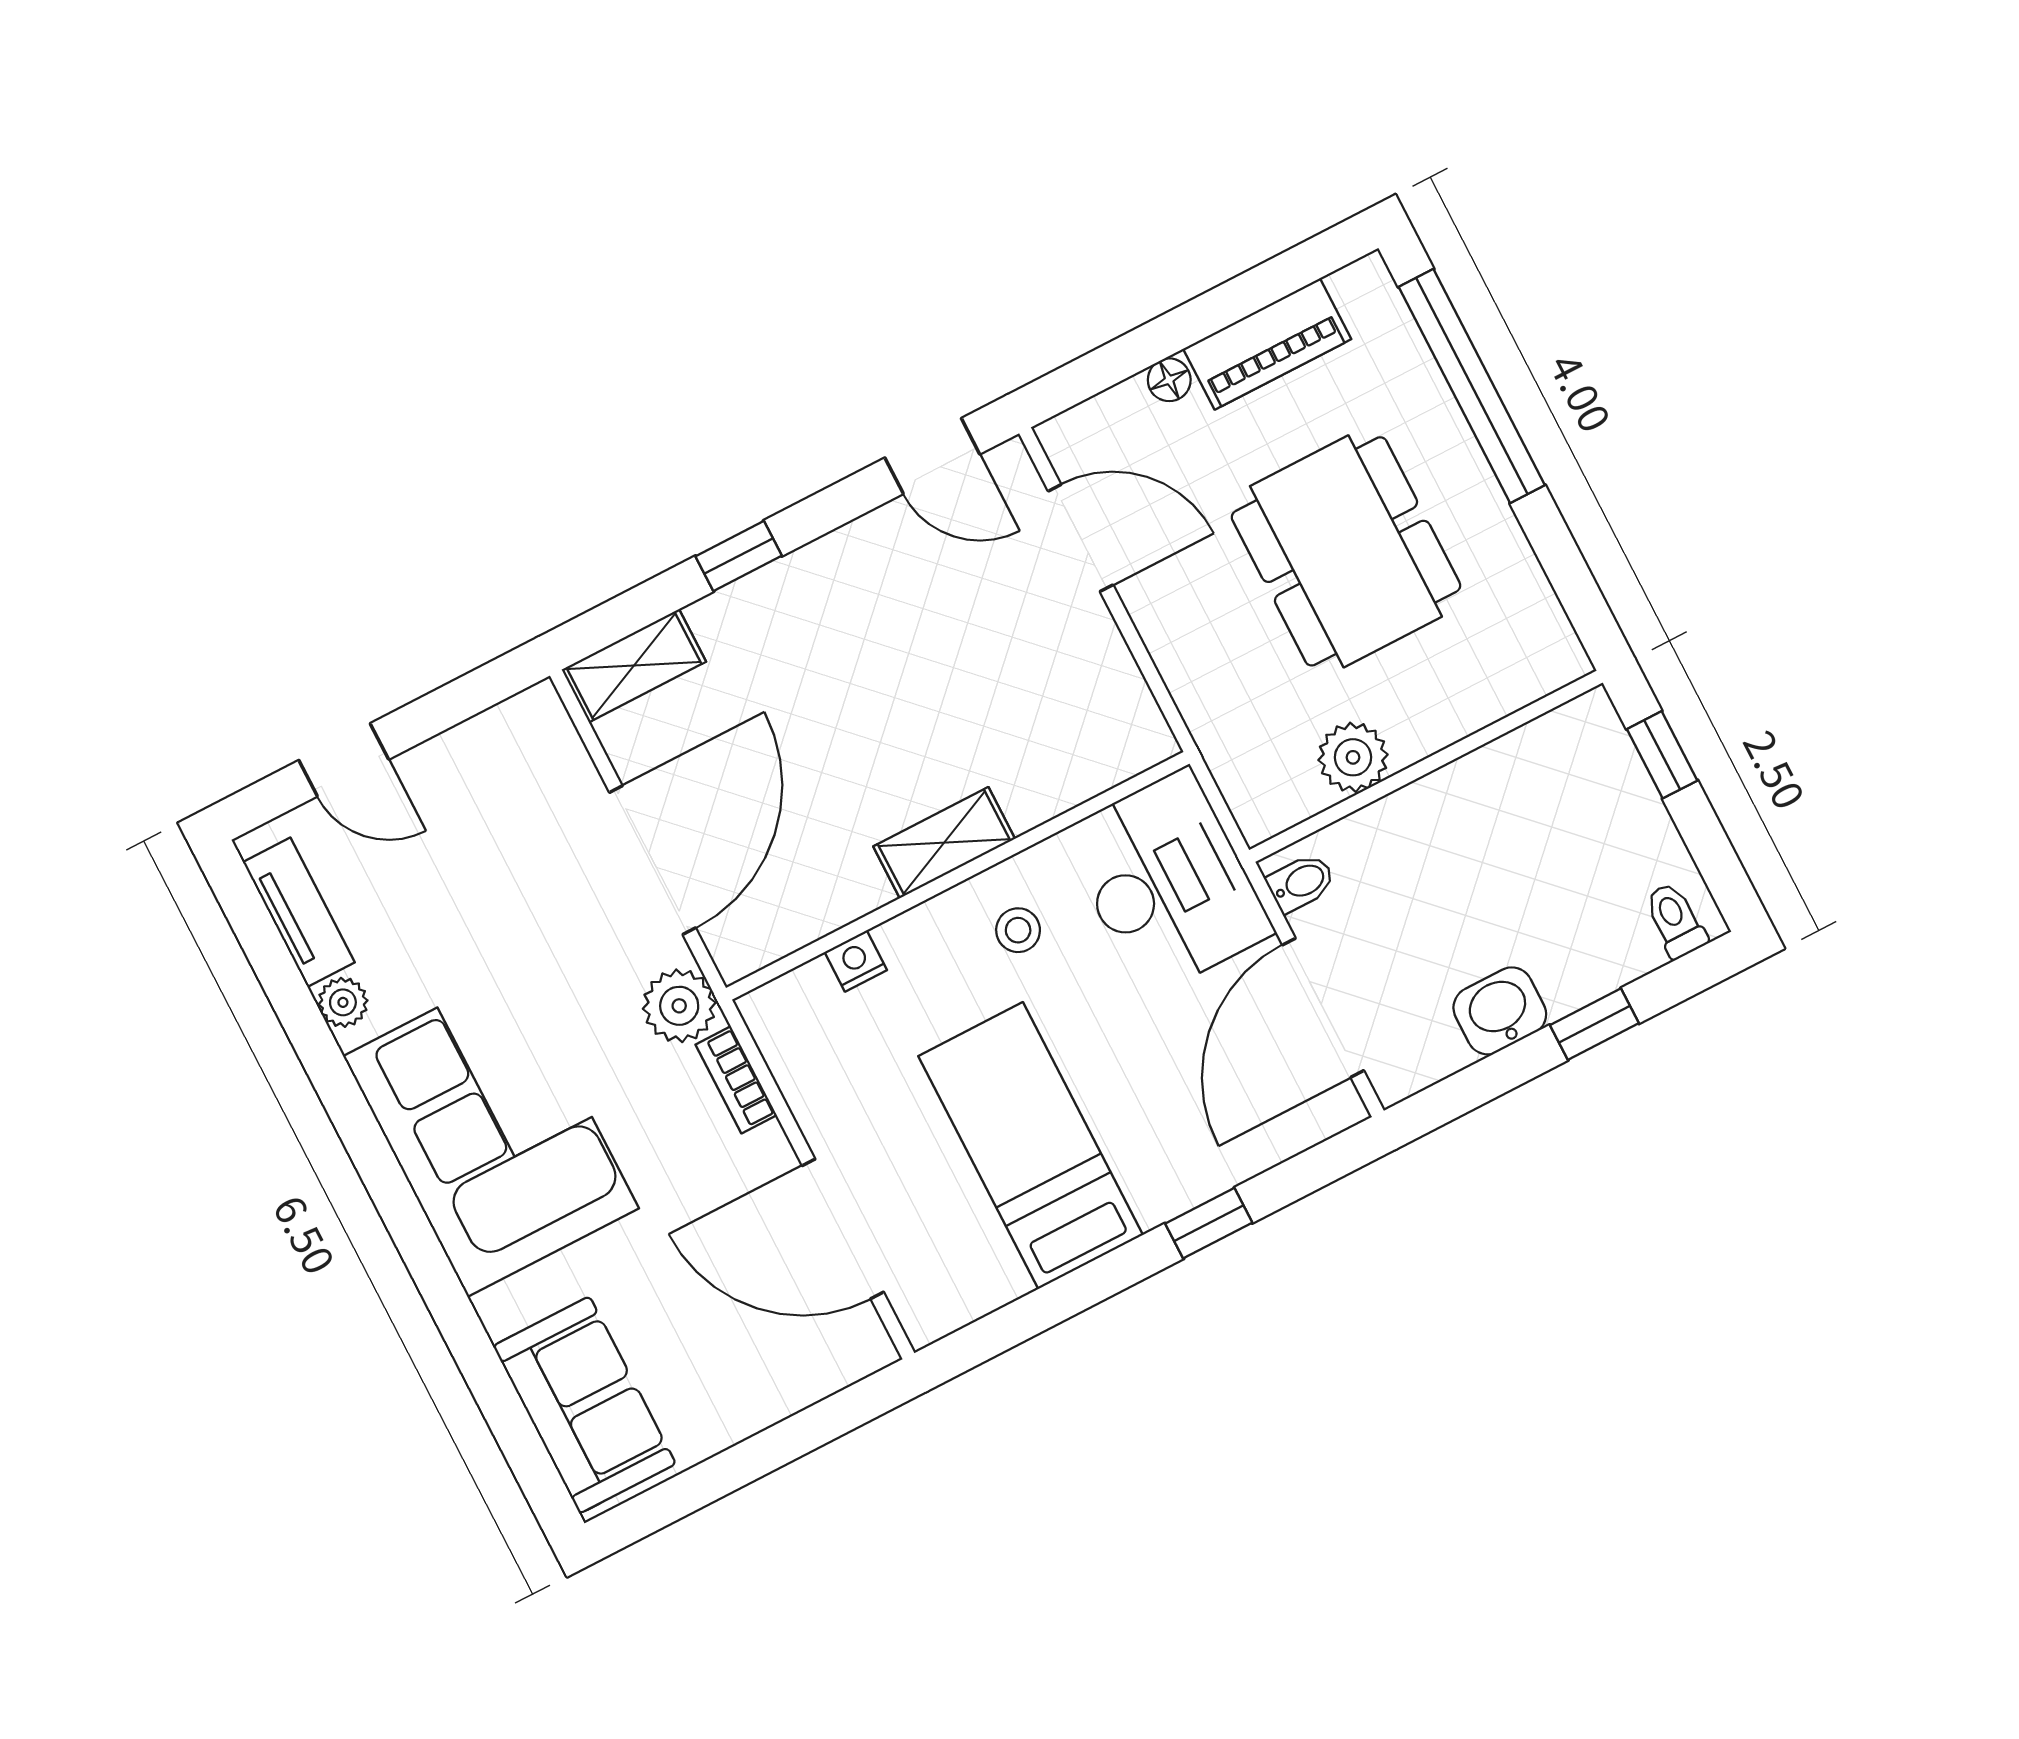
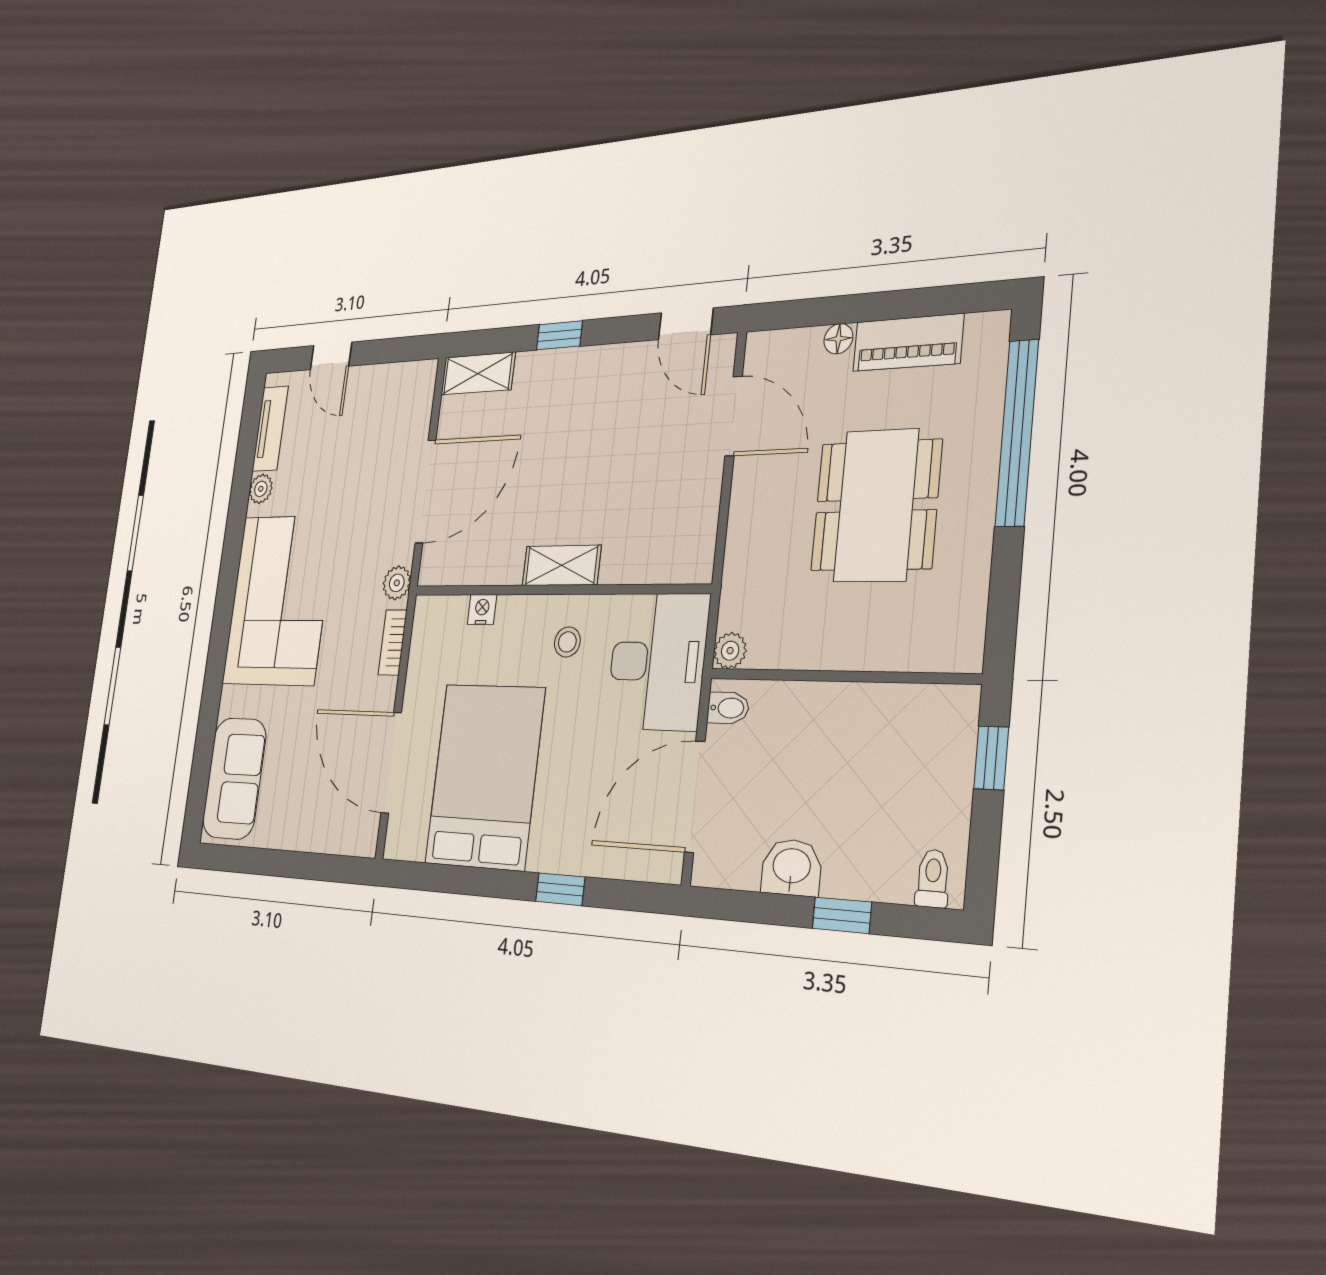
plant: (1353, 757) -> (730, 651), moved, width x0.73, depth x0.73
plant: (679, 1006) -> (397, 583), width x0.73, depth x0.73
bed: (1031, 1146) -> (485, 776), width x1.50

